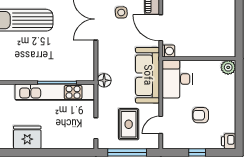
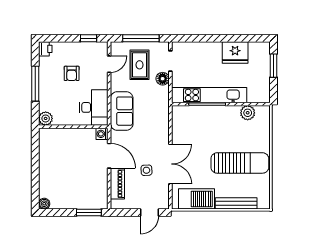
plant: (14, 73) -> (248, 113), added
sofa: (148, 75) -> (122, 111), width x0.73
floor lamp: (104, 80) -> (163, 79), moved
window: (239, 104) -> (35, 84), added
armchair: (201, 115) -> (72, 73), turned 90
window: (197, 152) -> (89, 38), moved

